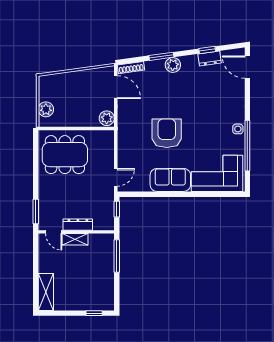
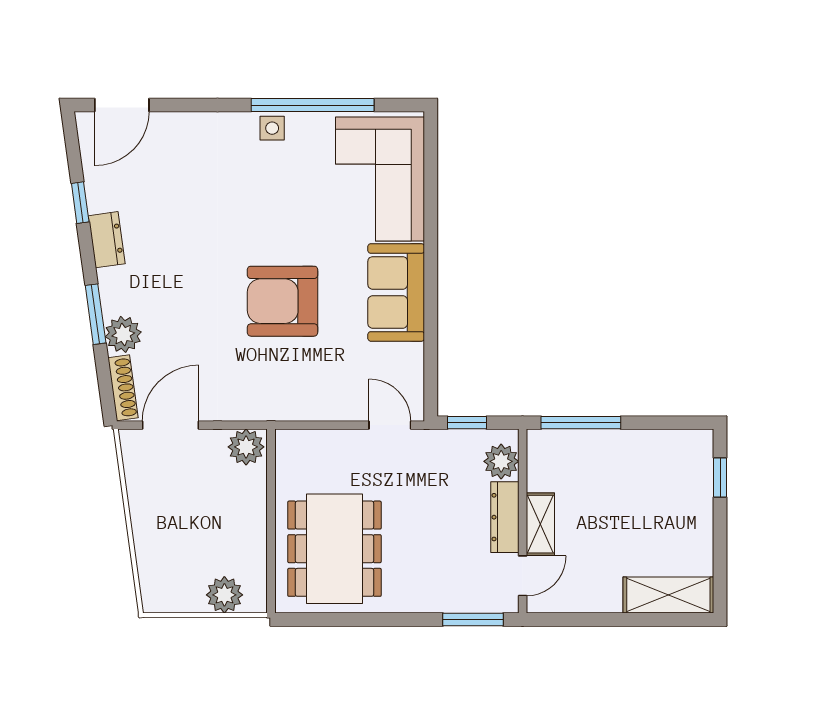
dresser: (210, 58) -> (107, 240), moved
plant: (173, 65) -> (123, 334), moved
plant: (101, 223) -> (501, 461), added

